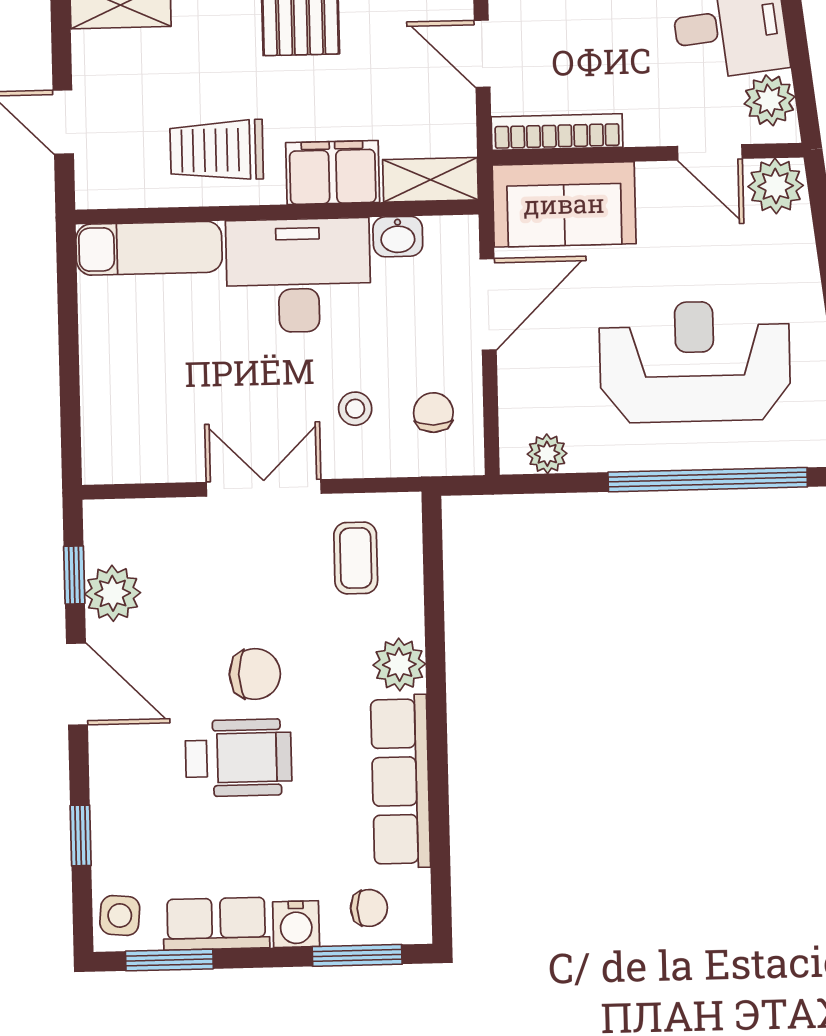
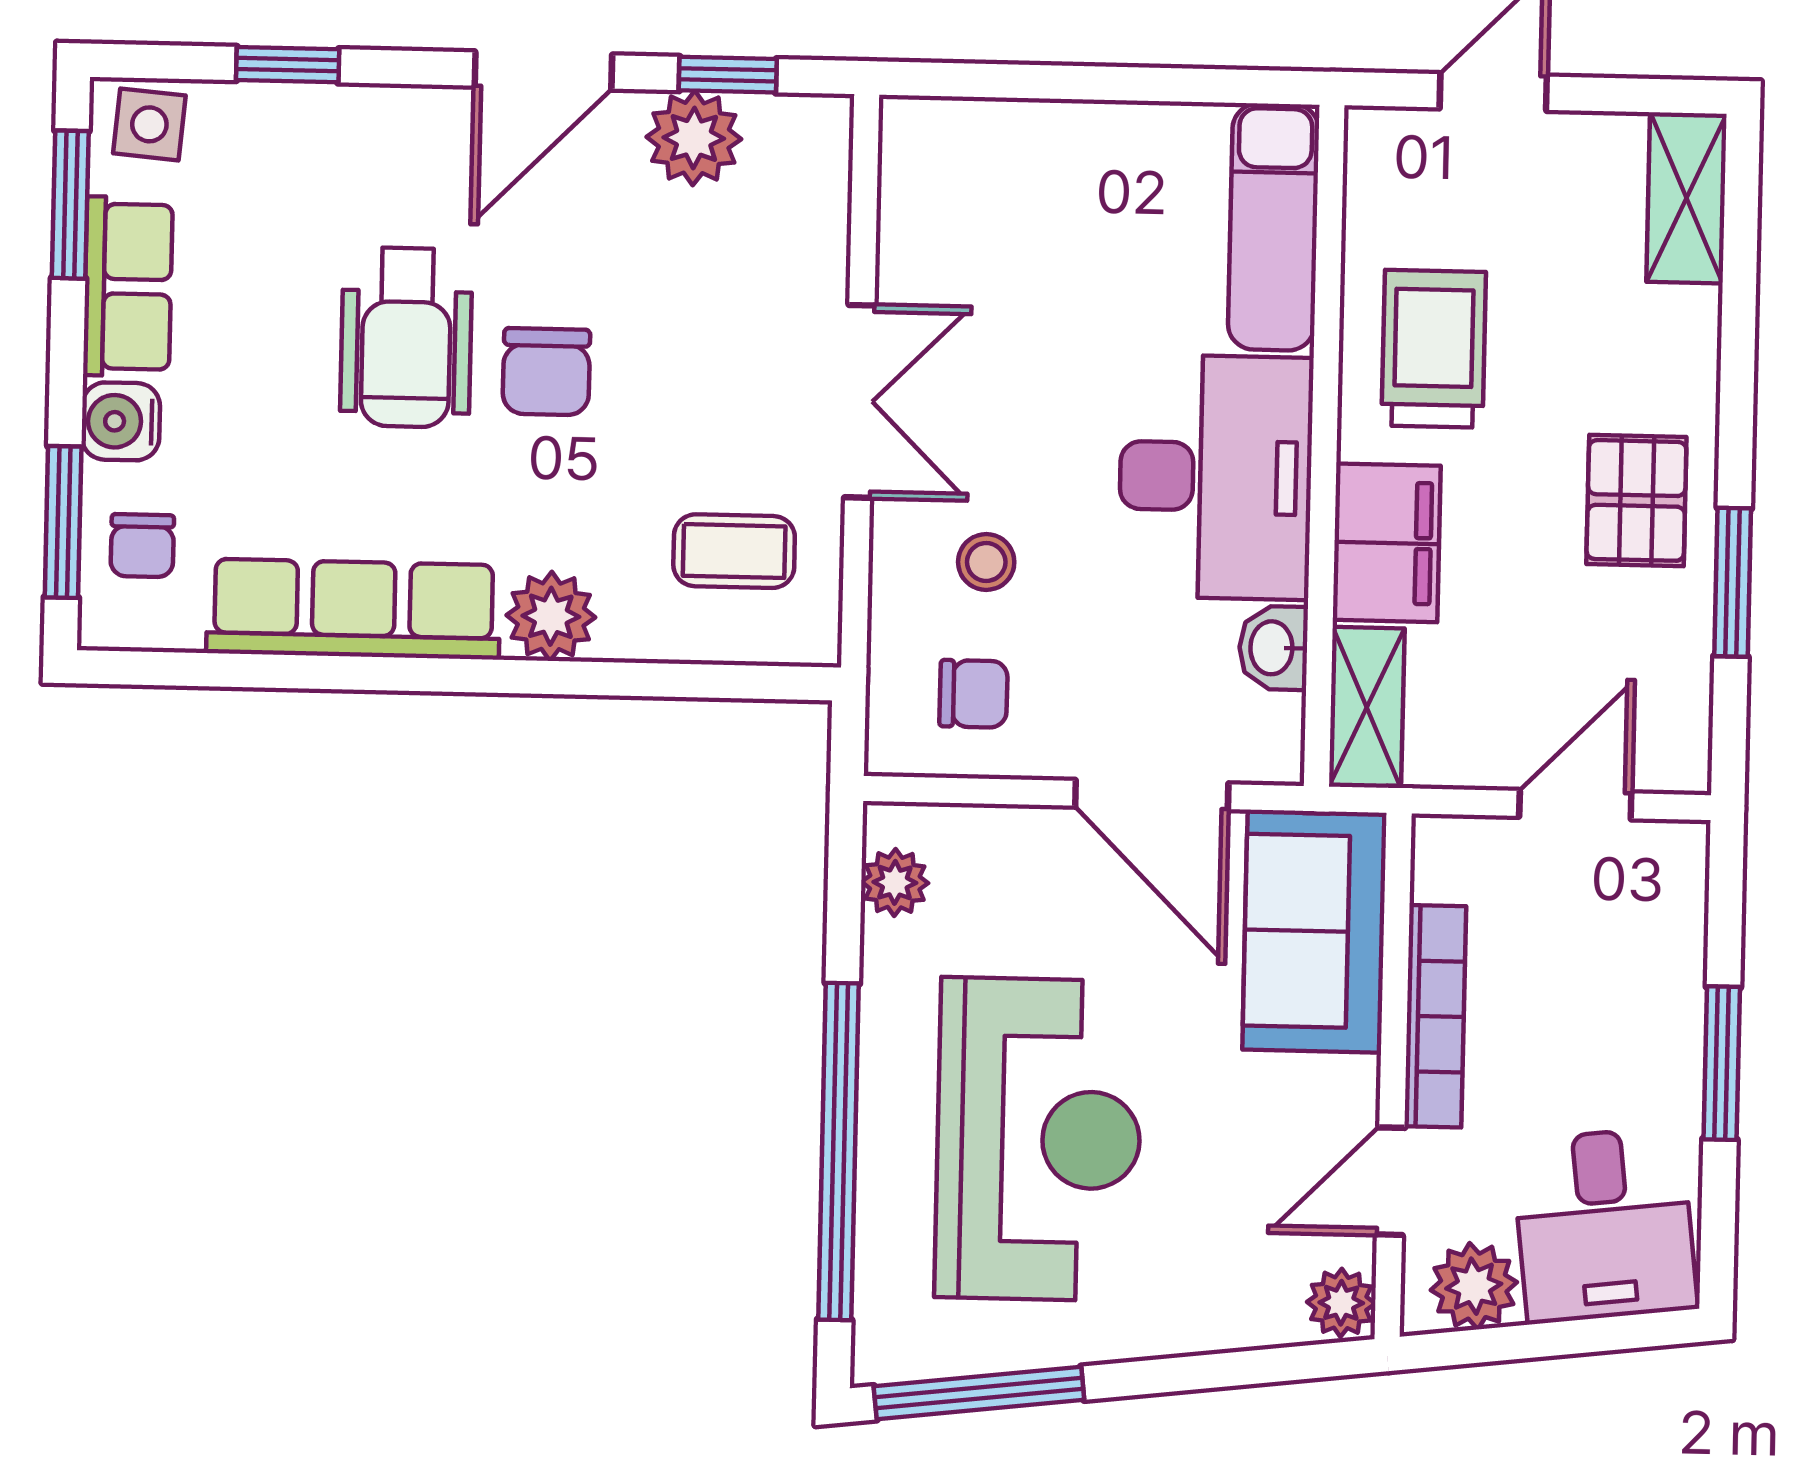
bookcase: (557, 132) -> (1435, 1016), moved
plant: (776, 186) -> (1341, 1303), width x0.73, depth x0.73

